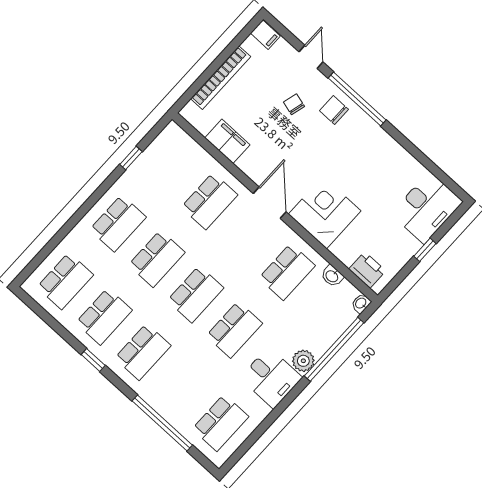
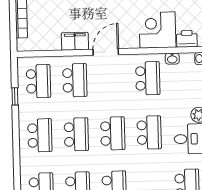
filing cabinet: (227, 141) -> (75, 41), moved
school desk: (171, 166) -> (38, 81), added
door: (270, 203) -> (106, 52), hinge flipped
corner desk: (325, 213) -> (158, 30), moved

